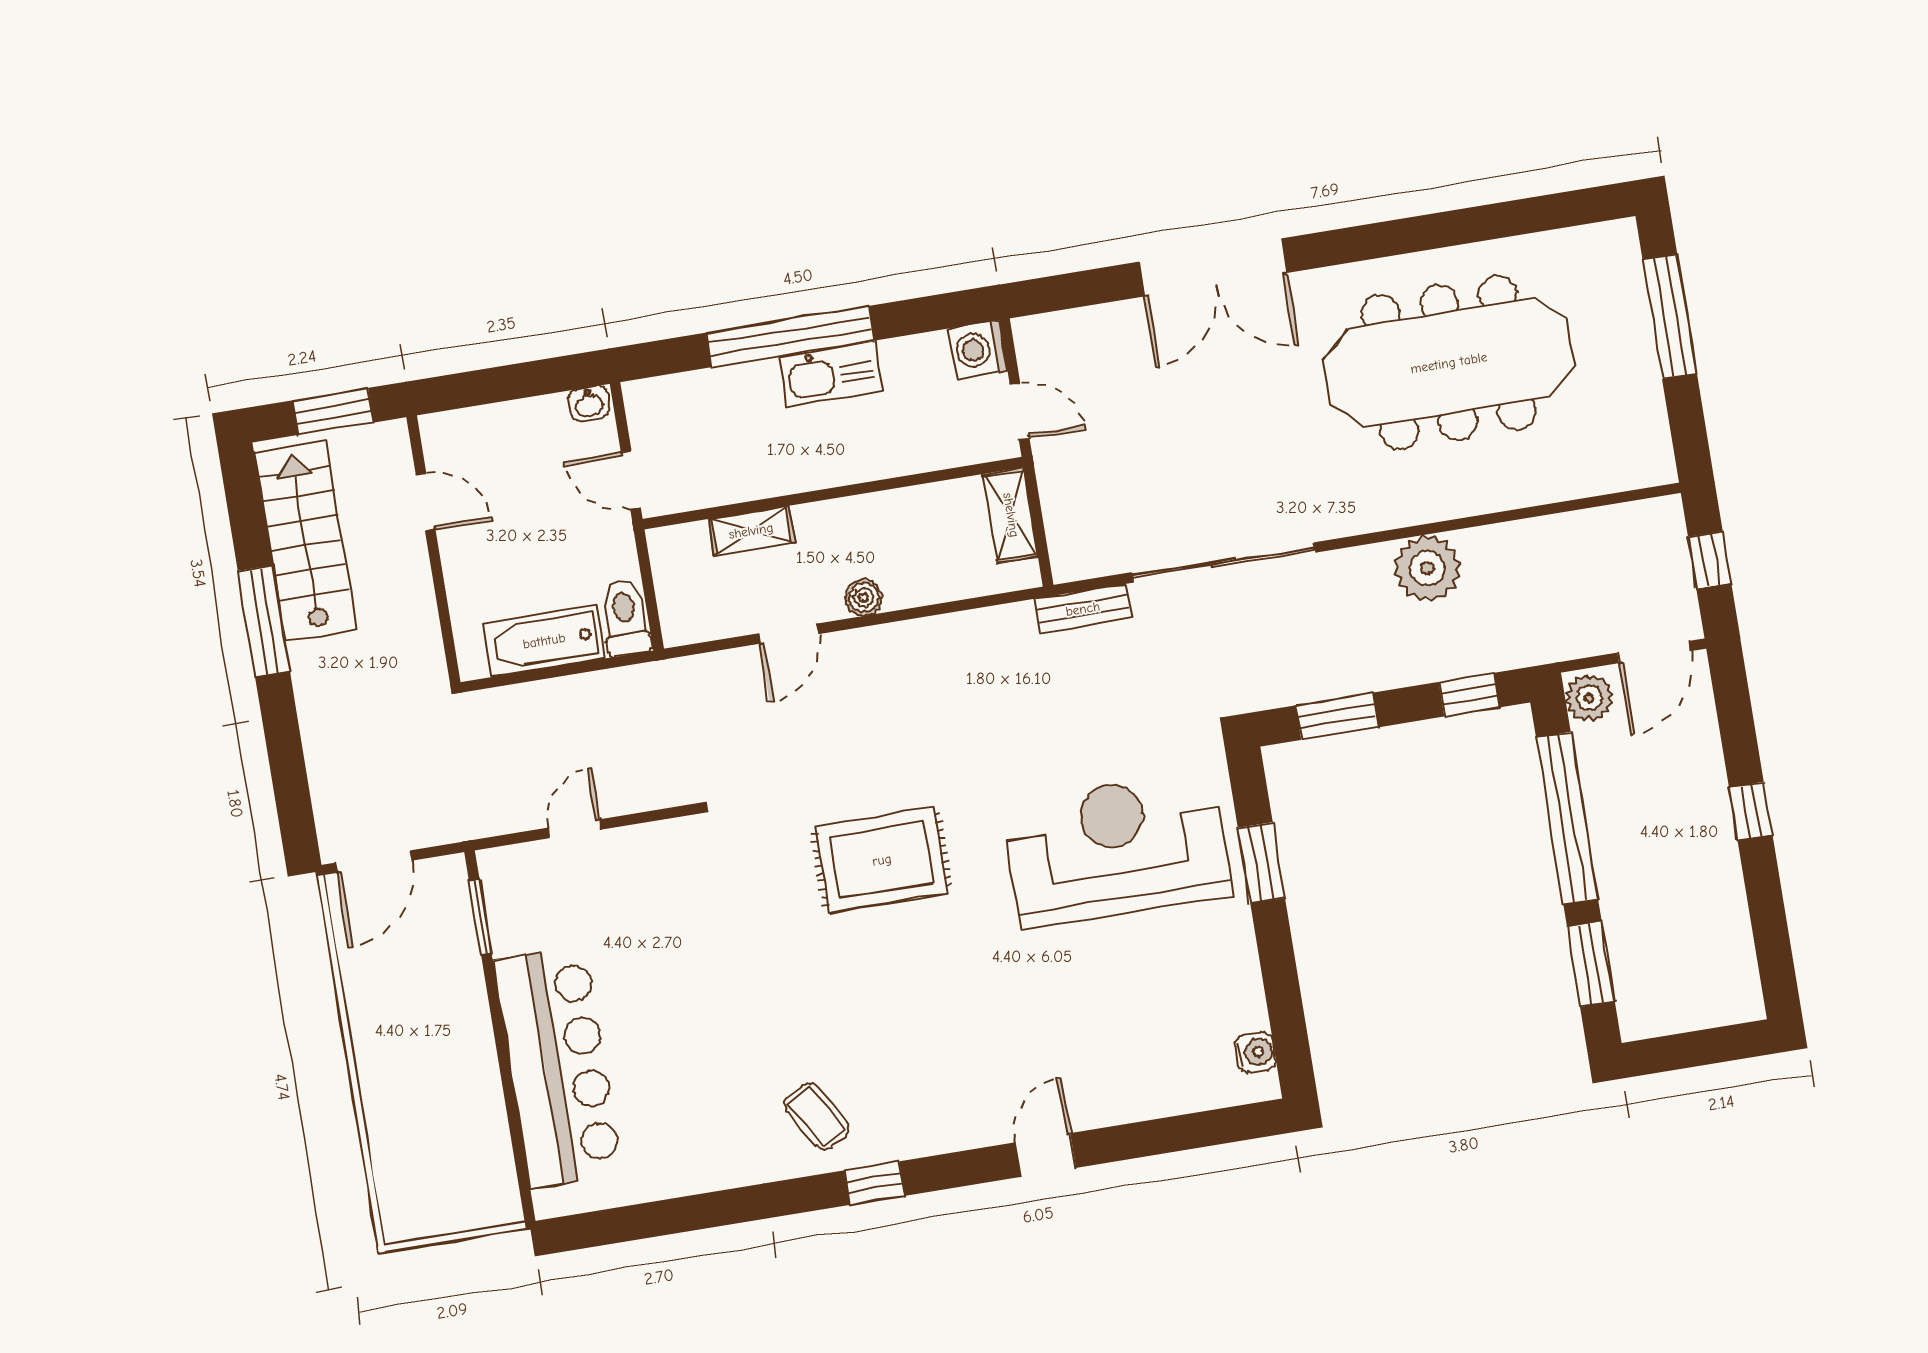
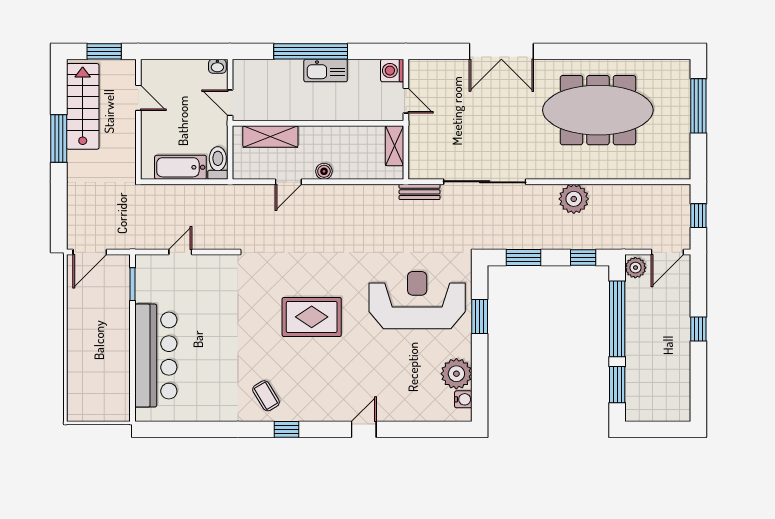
shelving: (751, 531) -> (270, 137), width x1.50, depth x1.33
rug: (882, 860) -> (312, 317), moved
plant: (1231, 998) -> (456, 374), added

